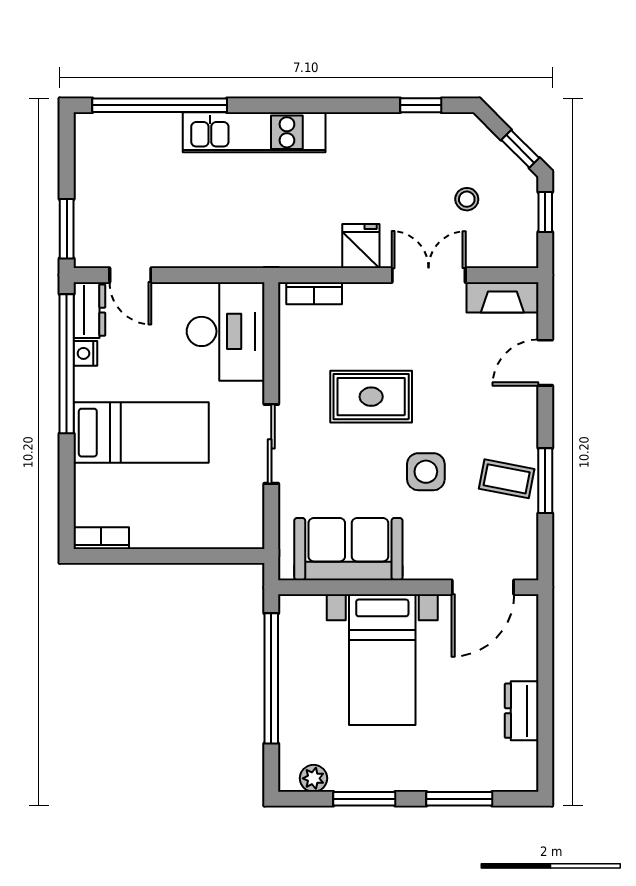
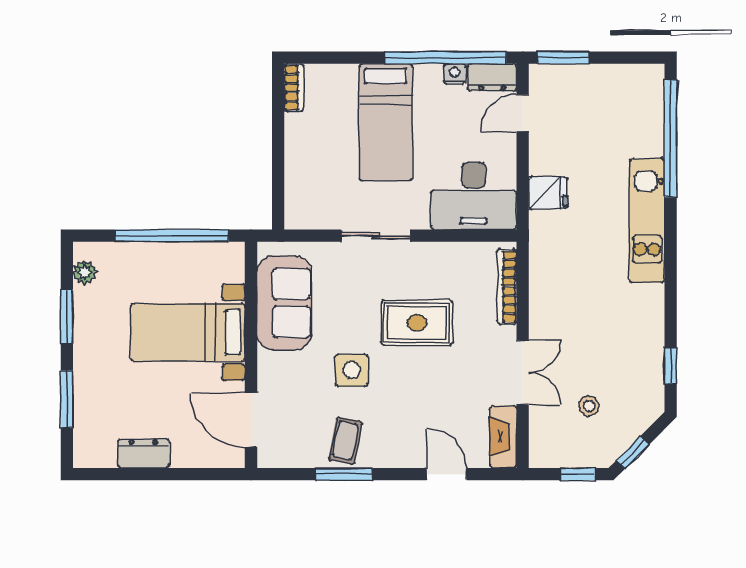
fridge: (361, 246) -> (548, 193), moved
bookcase: (314, 293) -> (507, 287), width x1.56
rug: (371, 397) -> (417, 323), turned 90

